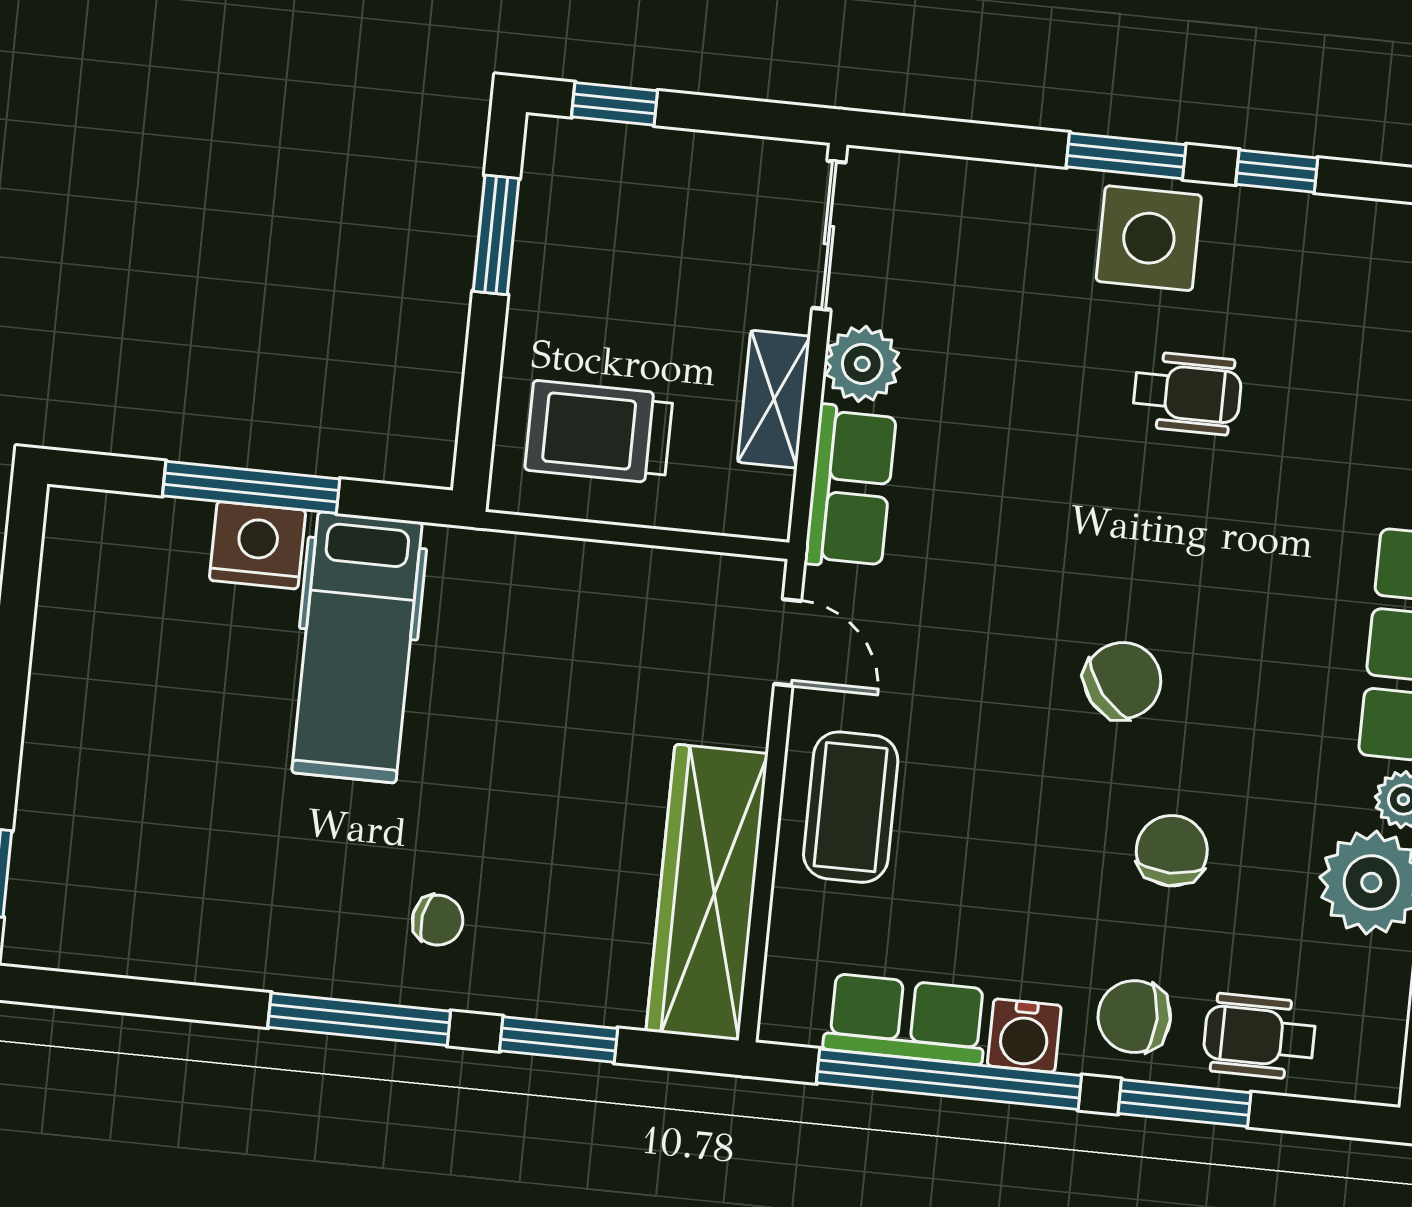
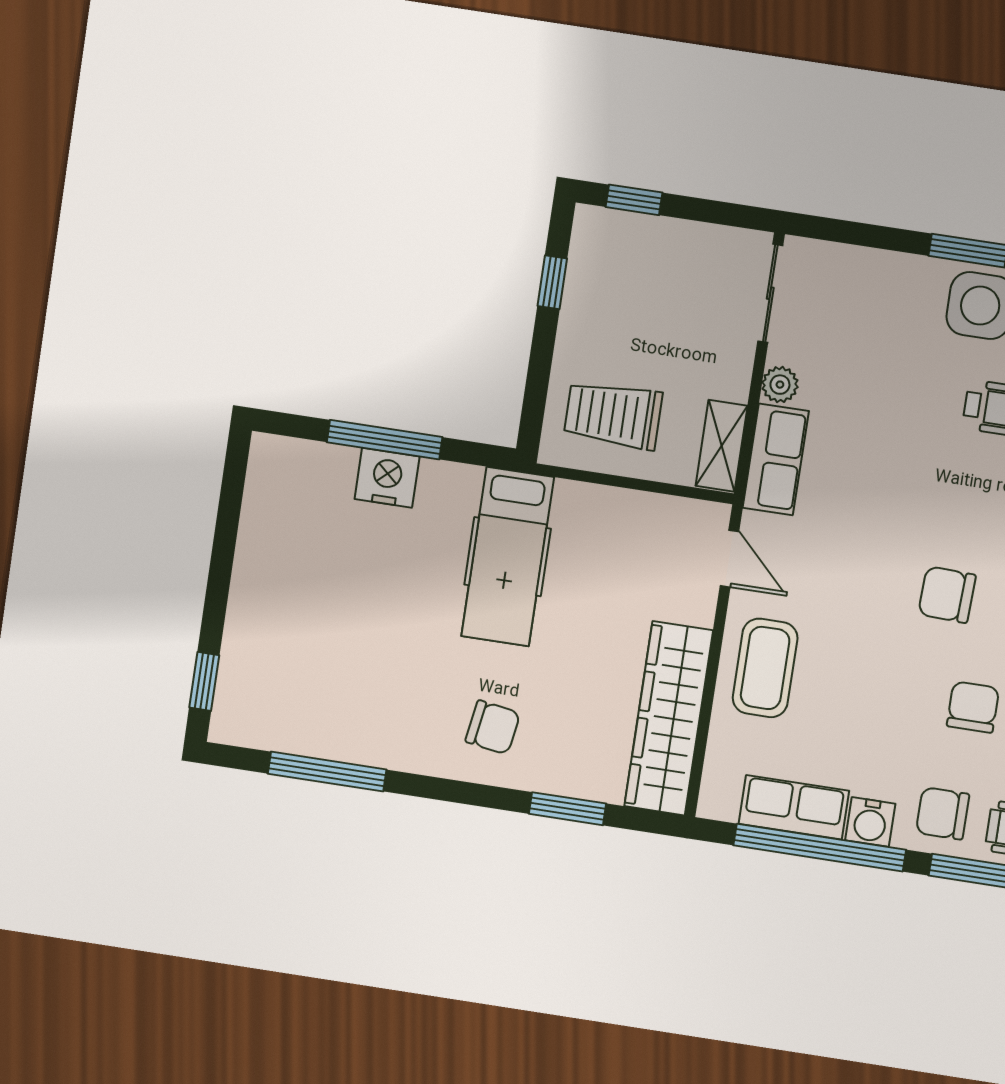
window: (496, 235) -> (552, 282), width x0.67
plant: (862, 364) -> (780, 385), width x0.73, depth x0.73
shelving: (774, 399) -> (722, 446), moved
hospital bed: (357, 647) -> (508, 557), moved
chair: (1123, 681) -> (947, 595), turned -139
chair: (438, 920) -> (493, 727), width x1.37, depth x1.37
window: (359, 1019) -> (327, 772), moved

